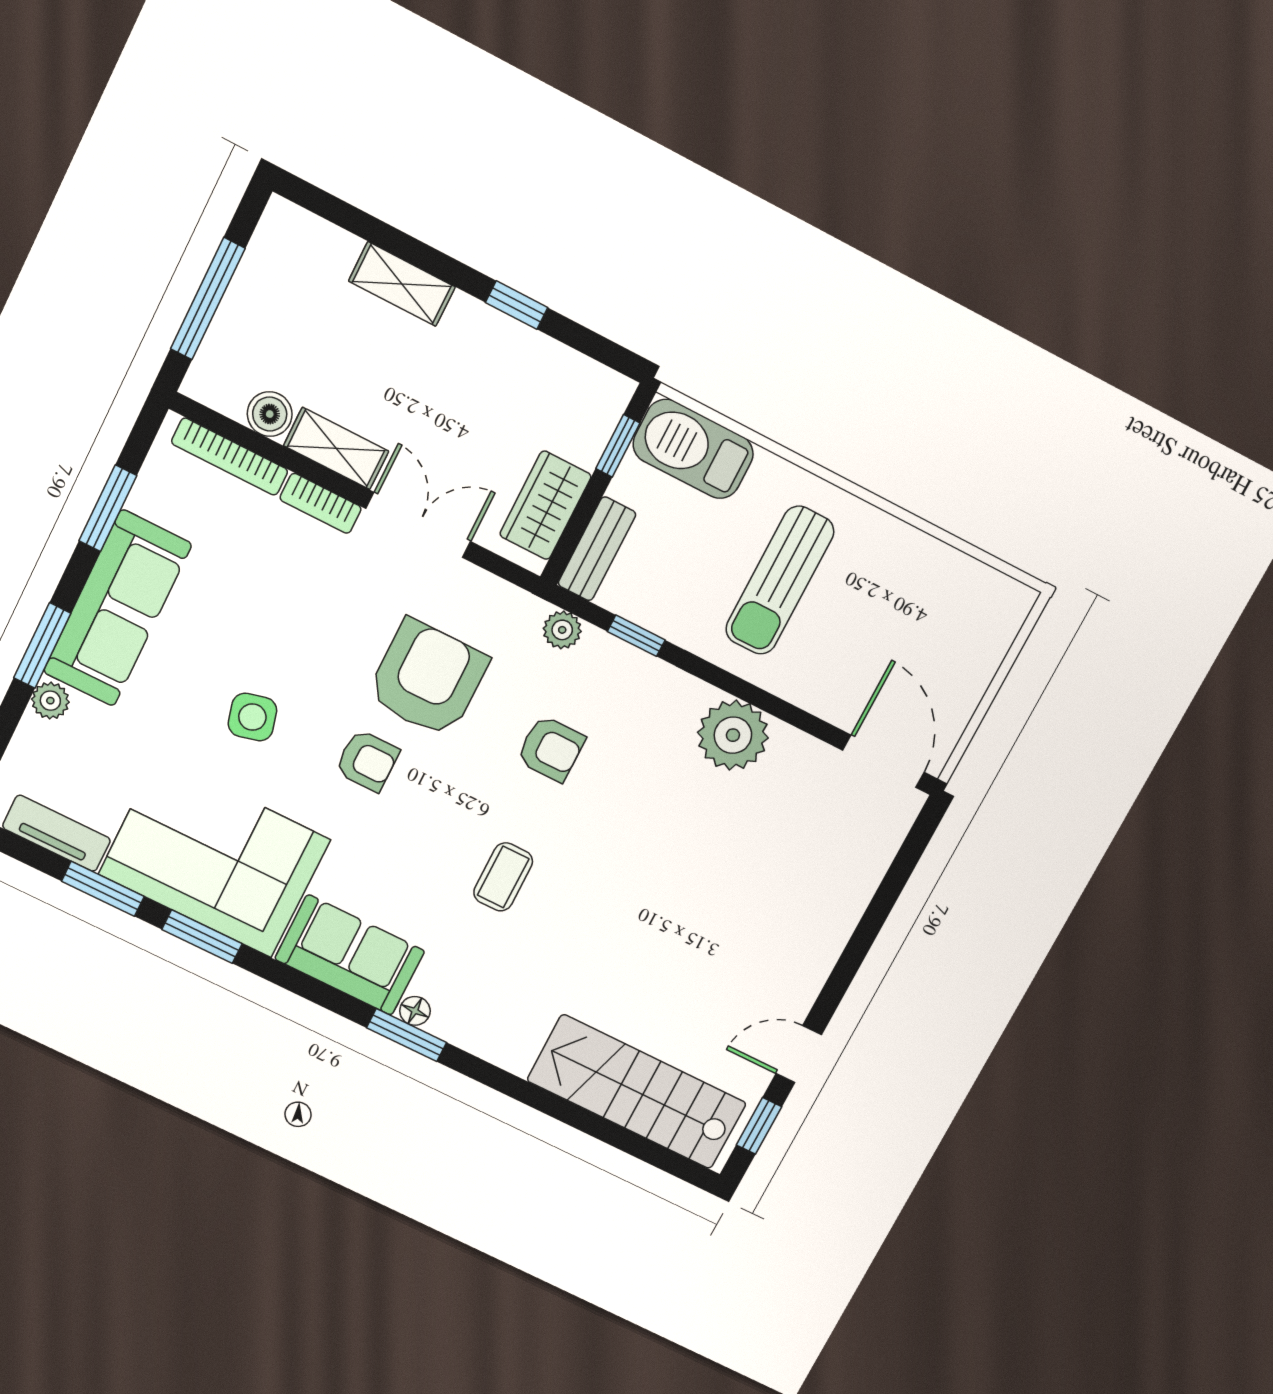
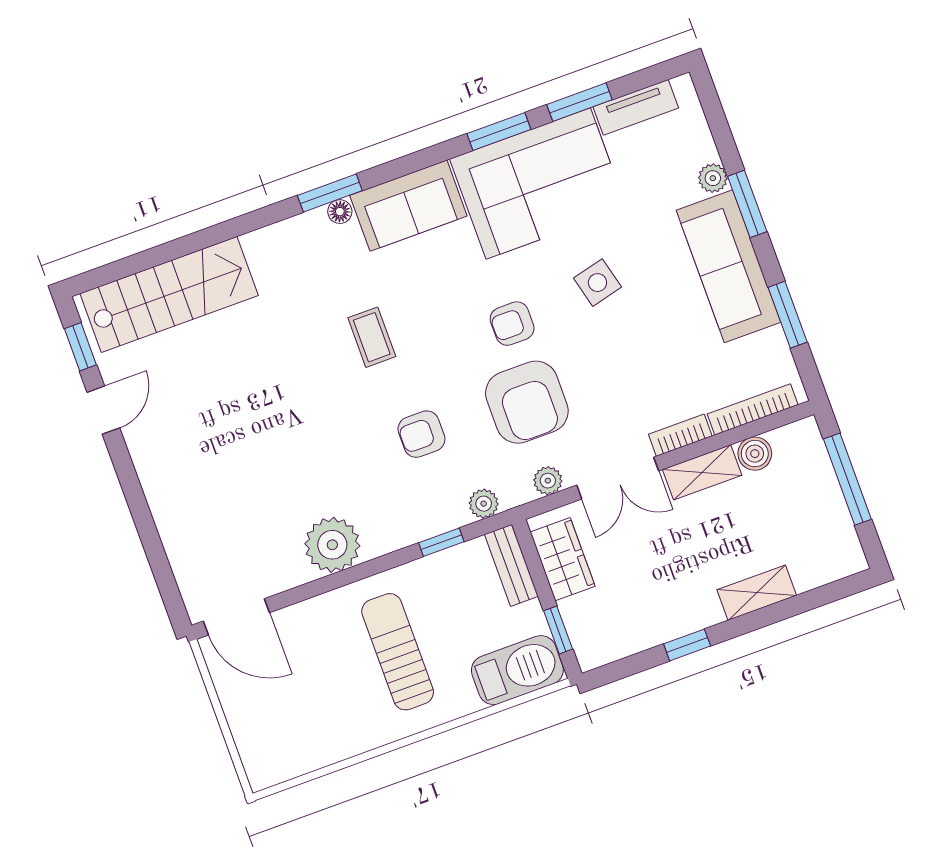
plant: (483, 590) -> (548, 481), added

